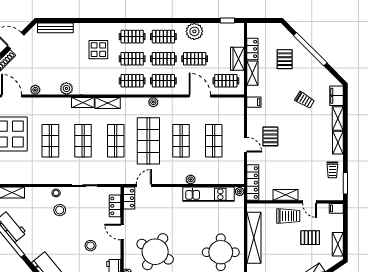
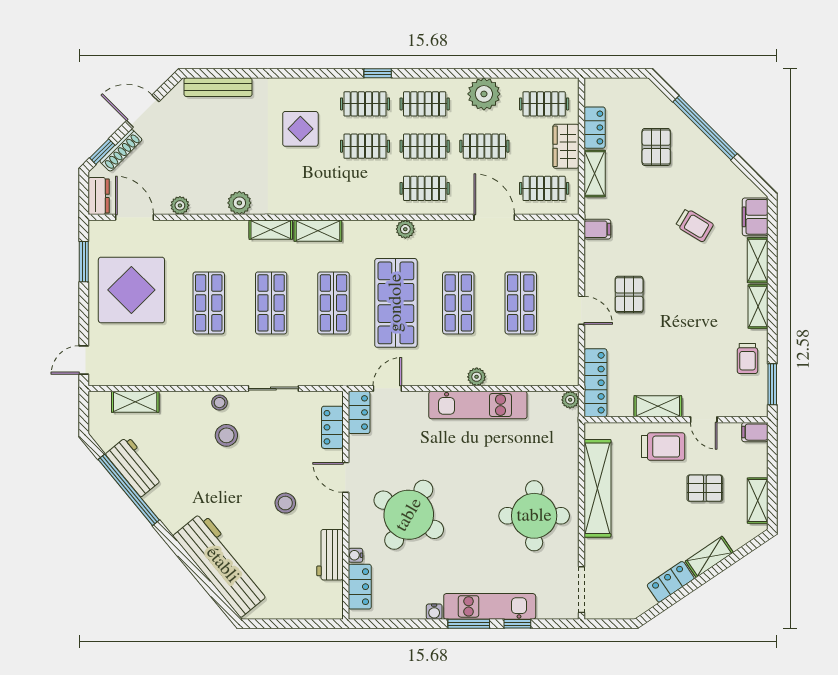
window: (227, 21) -> (378, 73), moved
clothes rail: (132, 81) -> (544, 104), moved
kitchen unit: (209, 194) -> (478, 405), moved

